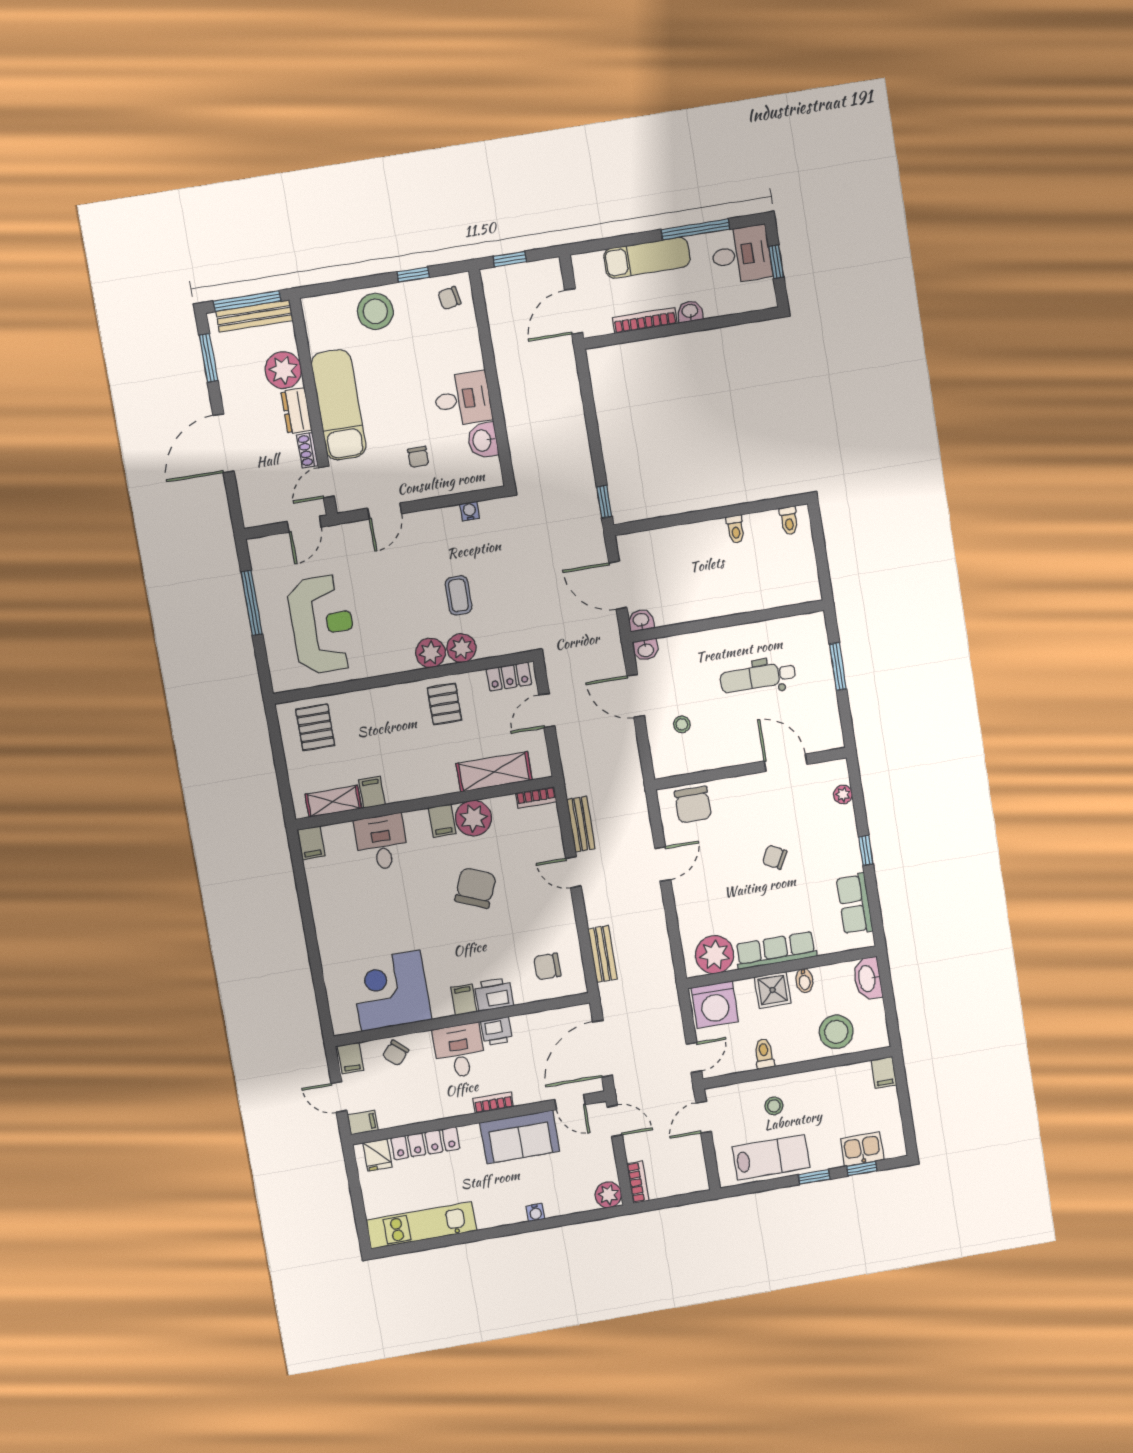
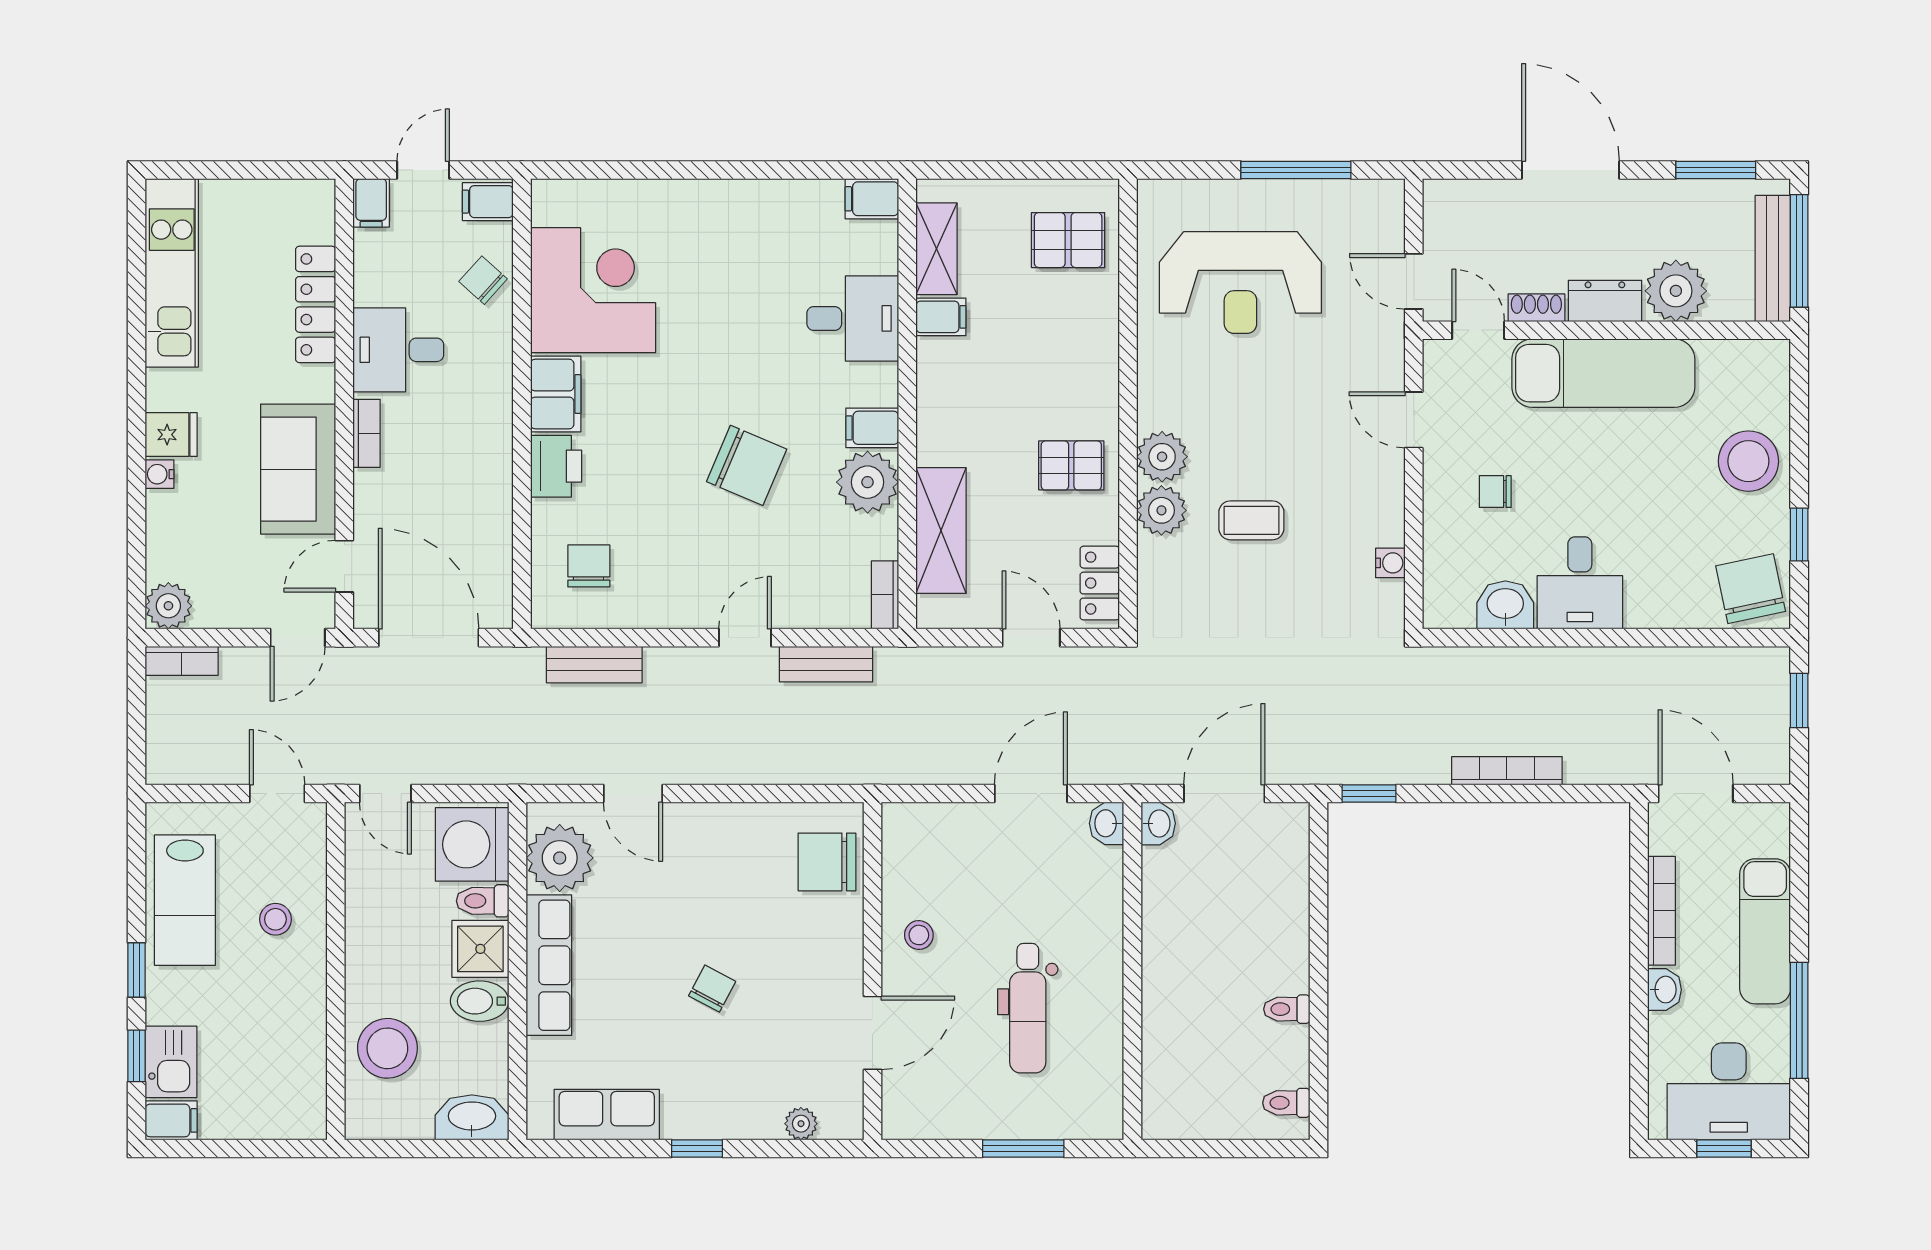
desk: (741, 254) -> (1729, 1091), width x1.37
chair: (449, 298) -> (1751, 589), width x1.87, depth x1.87
bookcase: (578, 424) -> (1507, 771), added
dental chair: (758, 677) -> (1028, 1008), turned 180
stool: (682, 724) -> (919, 935), moved
door: (663, 864) -> (633, 794), moved
bidet: (804, 981) -> (480, 1001), width x1.38, depth x1.36
filing cabinet: (464, 1000) -> (556, 394), width x2.00
printer: (497, 1031) -> (491, 460), removed
desk: (459, 1051) -> (398, 350), moved, turned 180
toilet: (764, 1054) -> (483, 901), moved, turned 180
filing cabinet: (884, 1072) -> (171, 1120), moved, turned 180
fridge: (377, 1155) -> (171, 435), moved, turned 180

